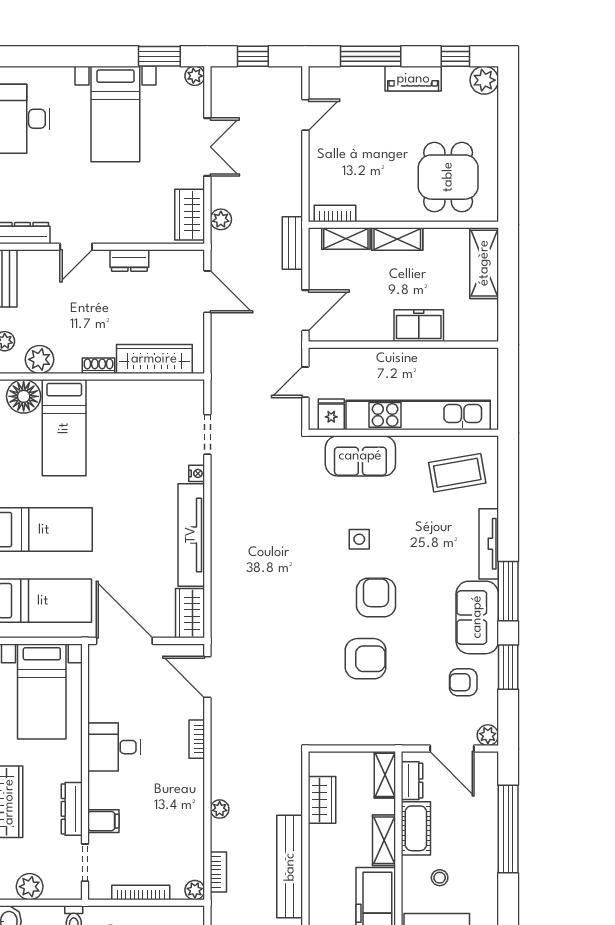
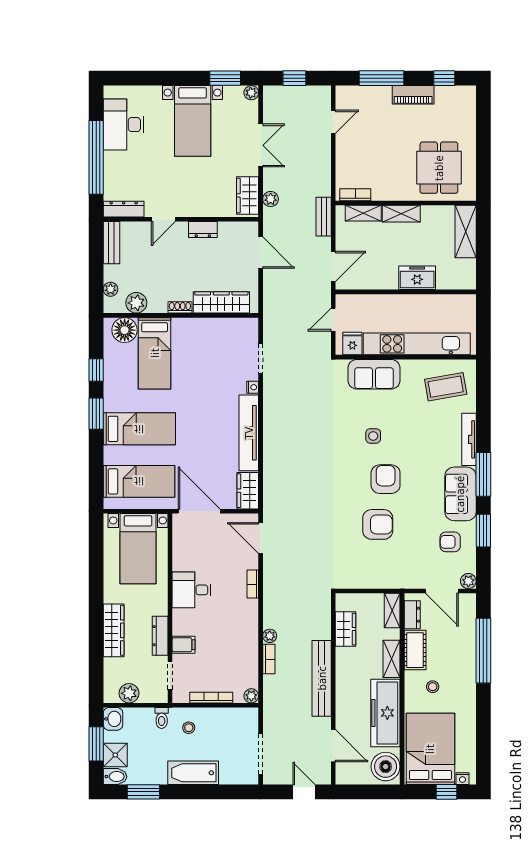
plant: (484, 80) -> (466, 96), removed
bookcase: (218, 872) -> (269, 659), moved

